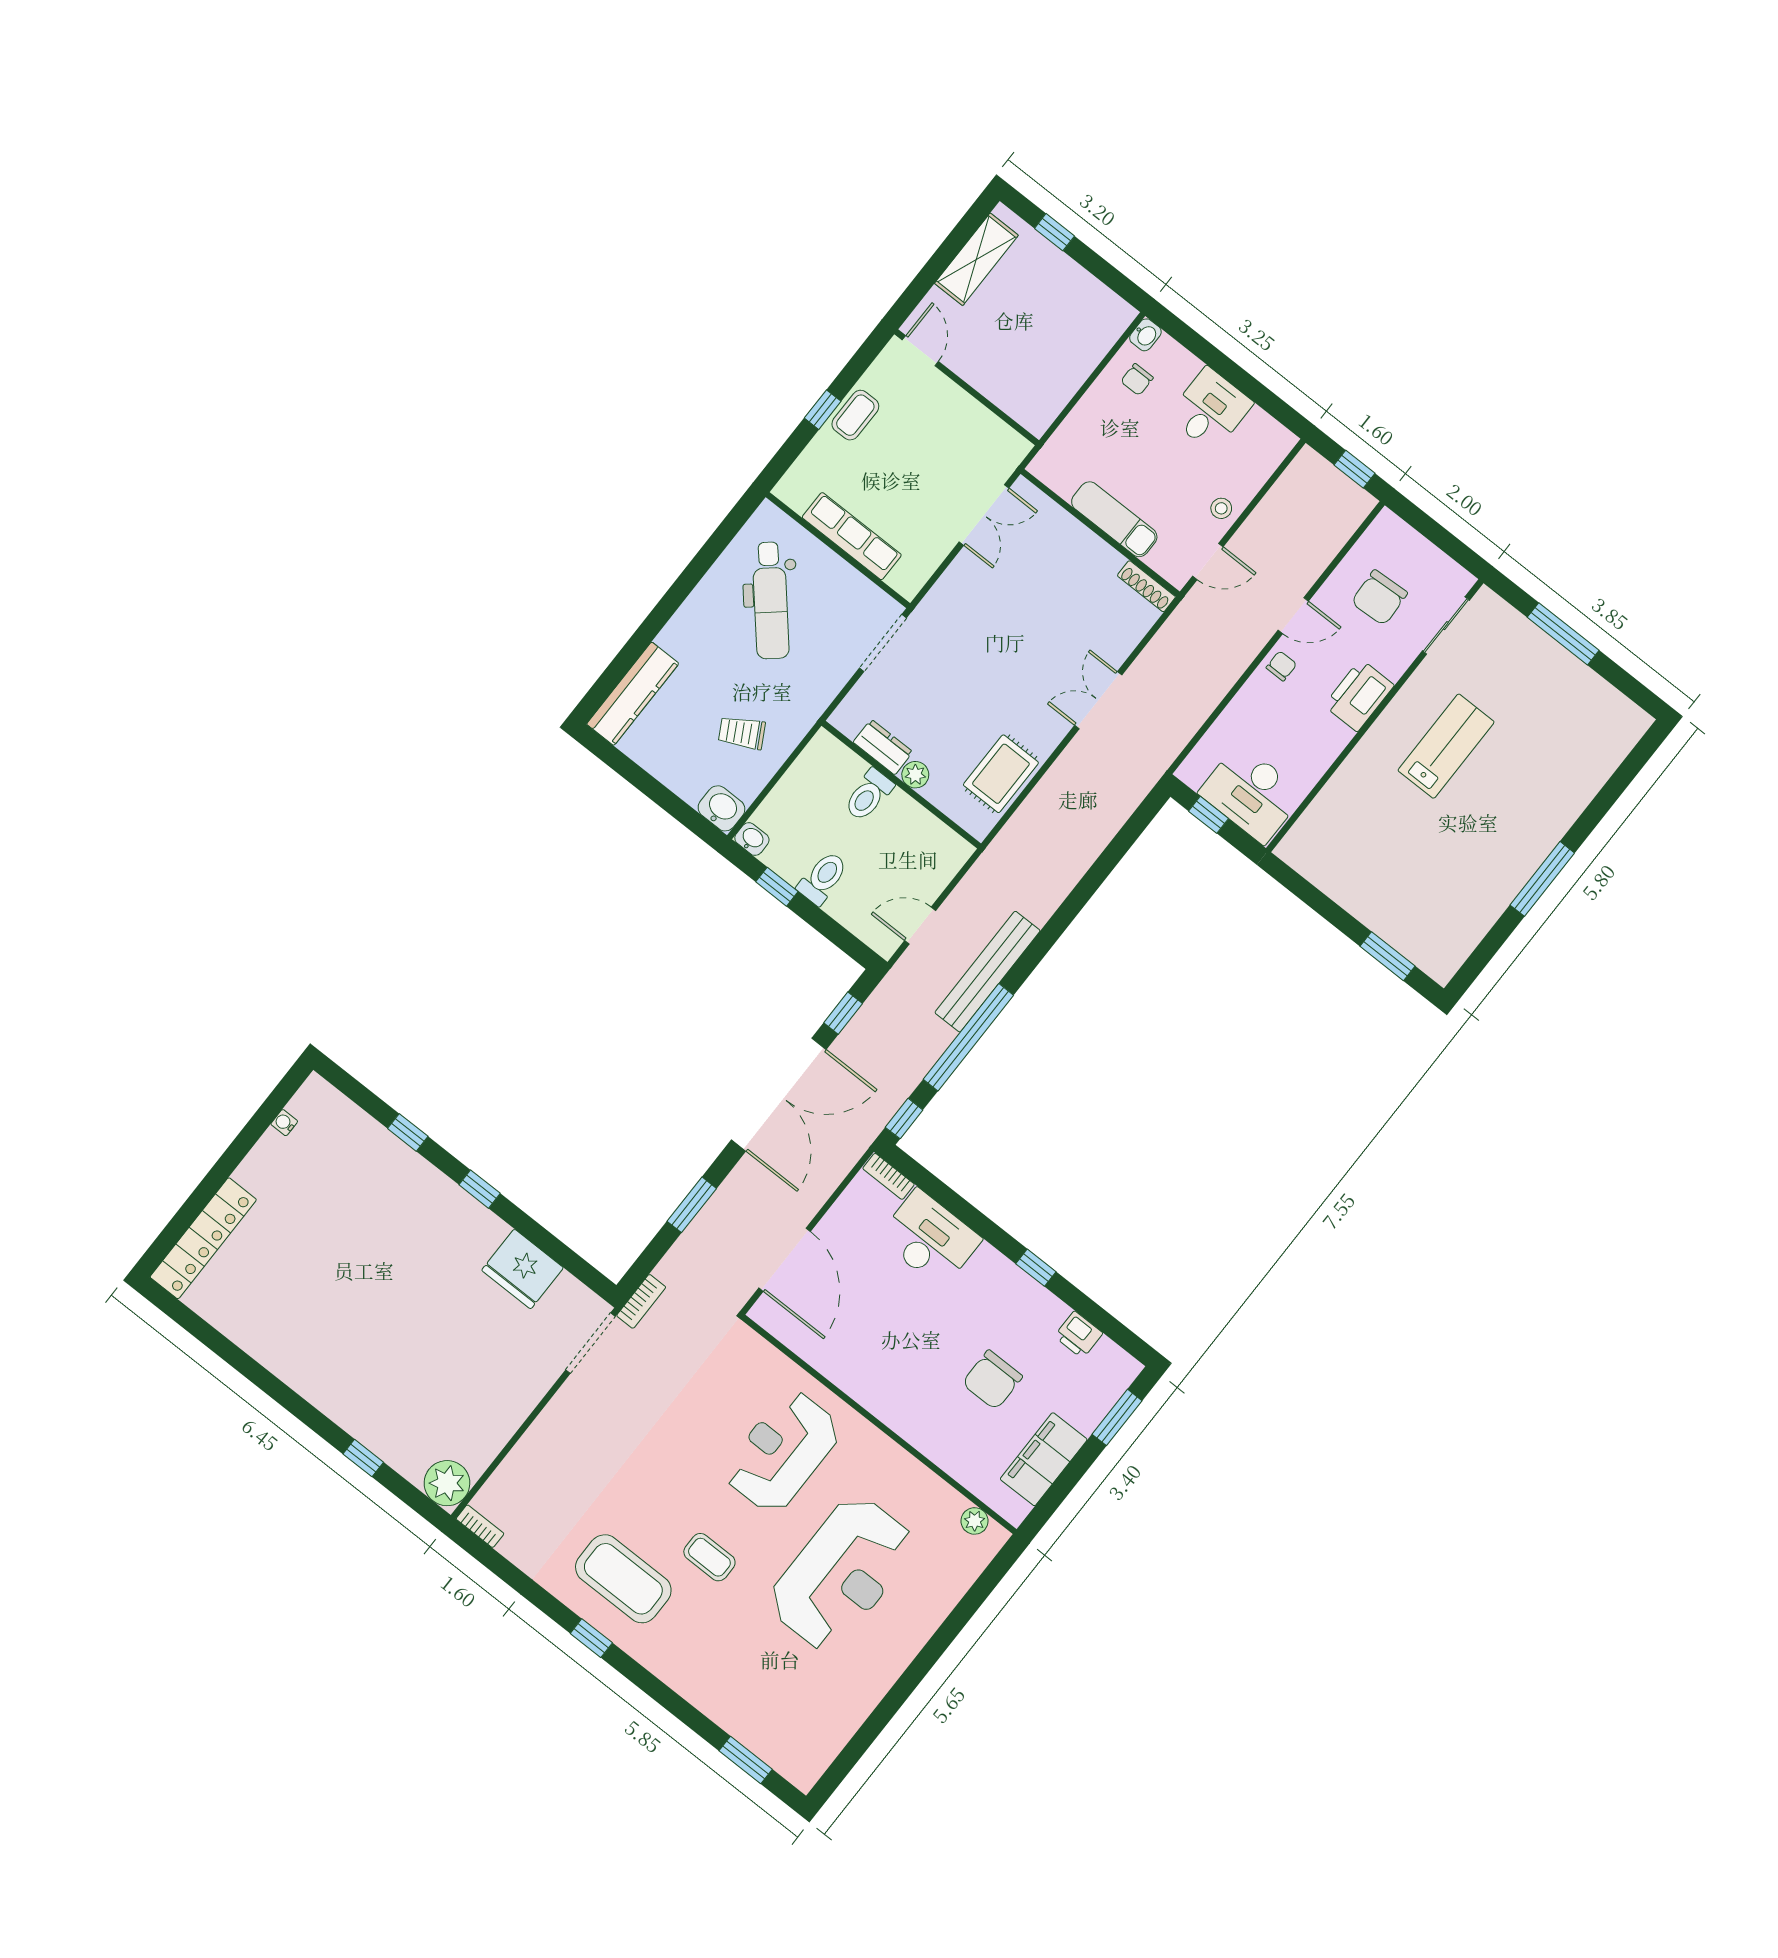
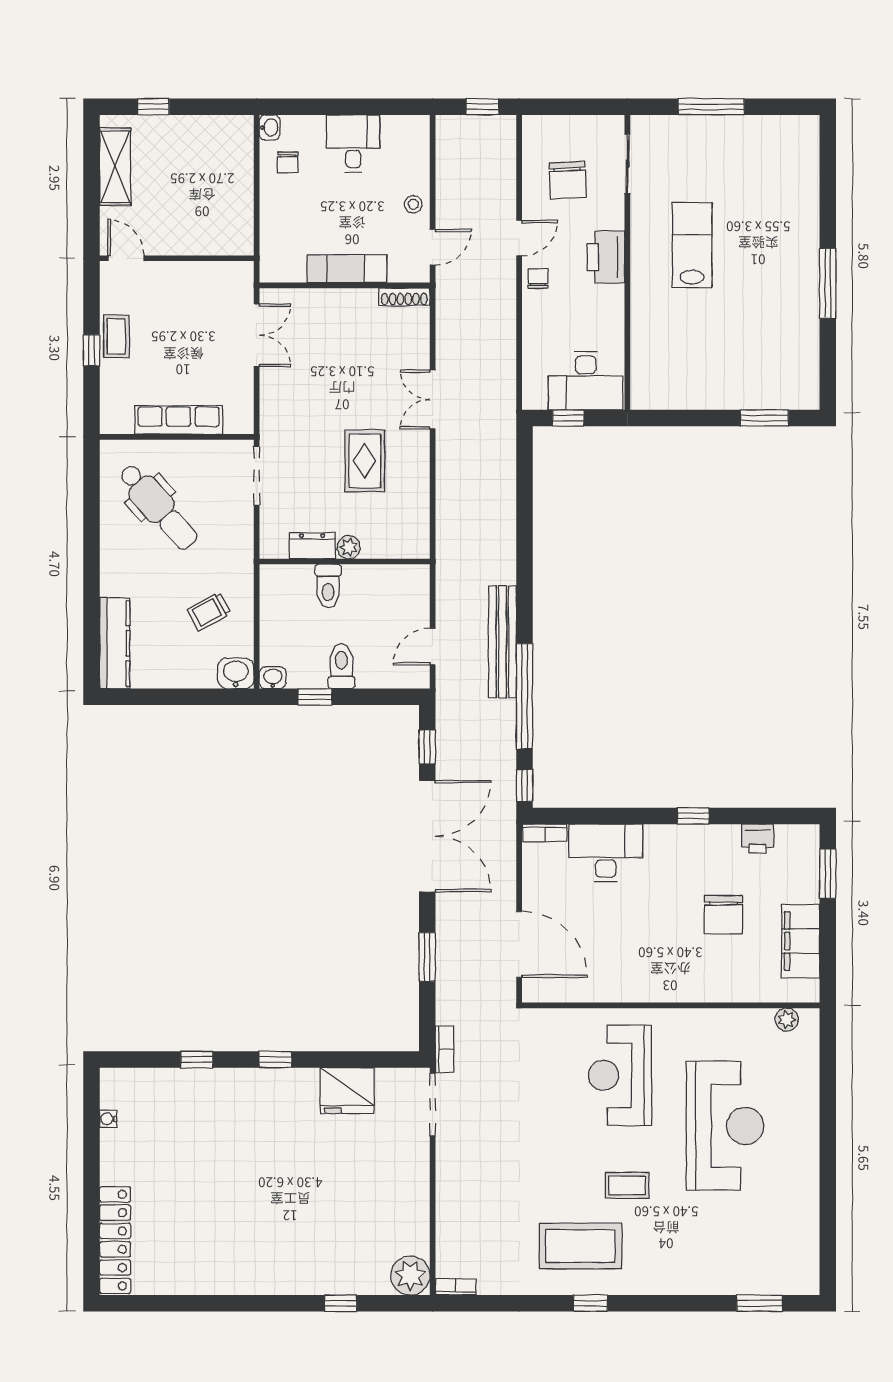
rug: (1001, 774) -> (365, 461), moved

